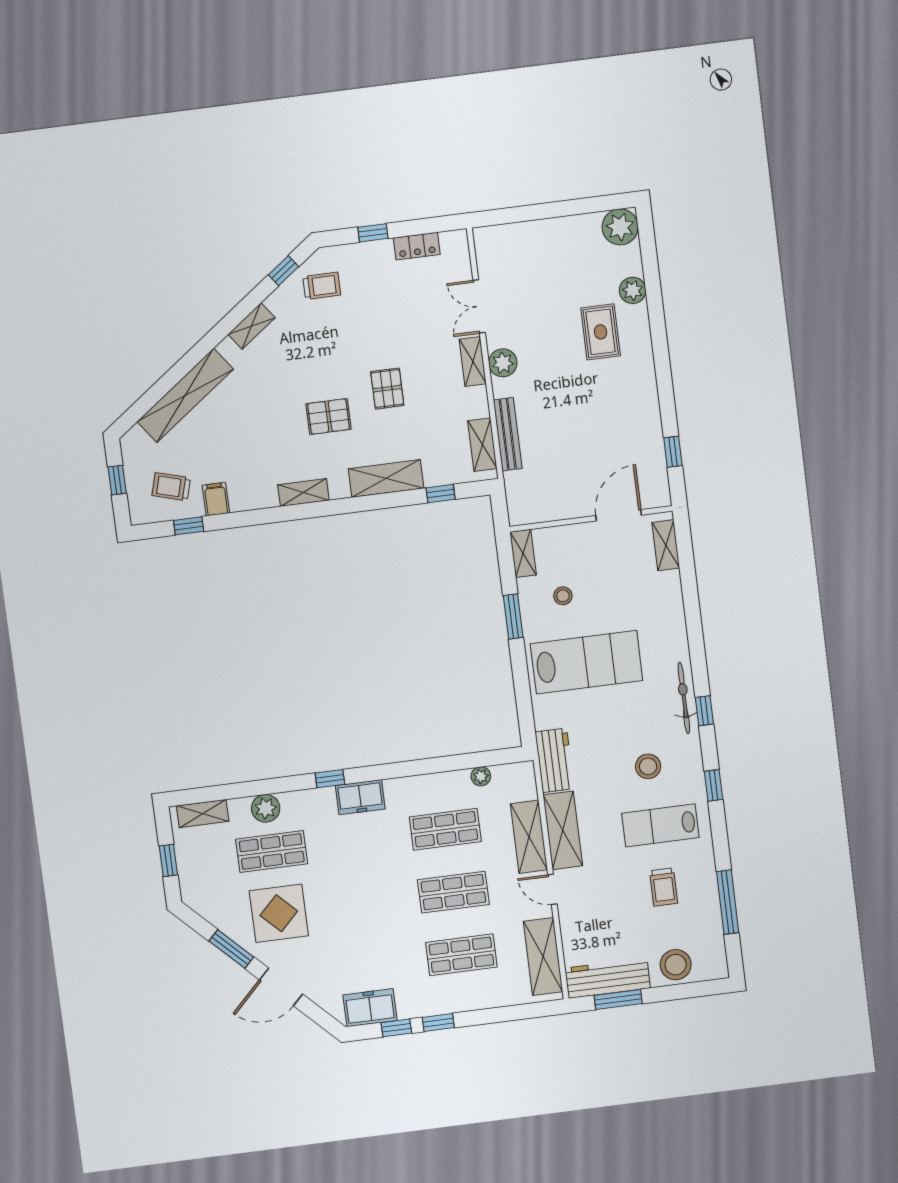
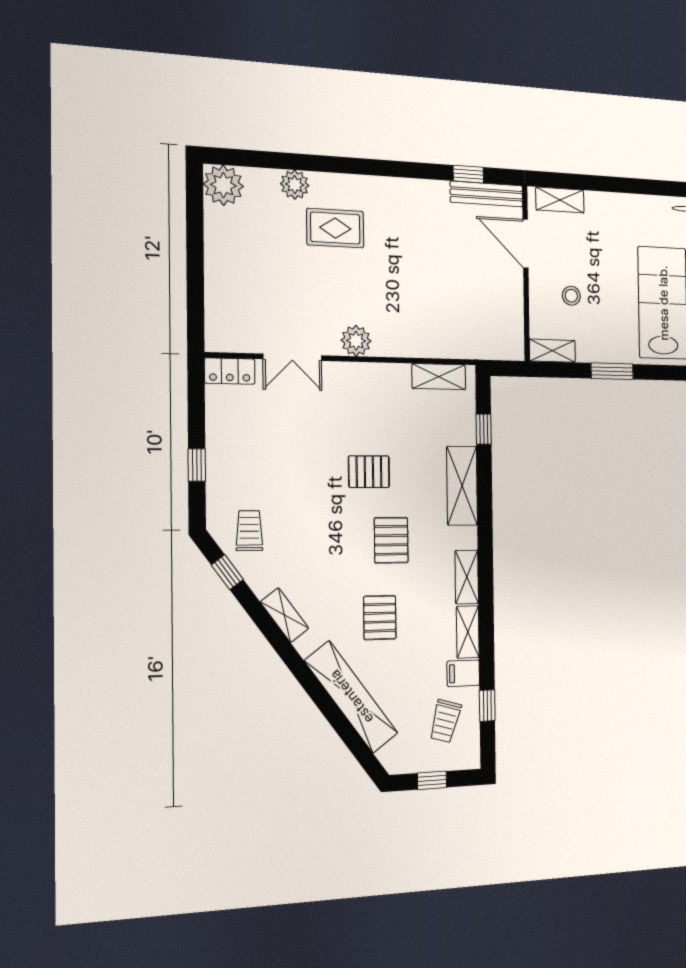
locker: (417, 246) -> (230, 371), moved, turned 90
shelving: (473, 361) -> (468, 632), moved, turned 90
pallet: (258, 414) -> (380, 618), added
bench: (508, 434) -> (487, 194), moved
stool: (563, 596) -> (571, 296), moved

